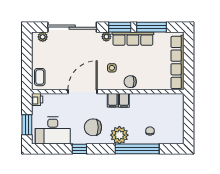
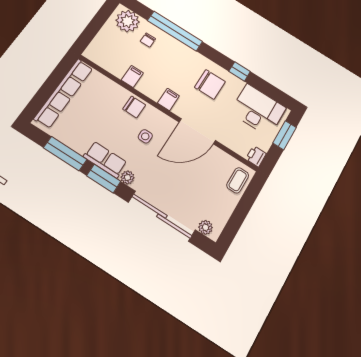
row of seats: (133, 39) -> (105, 160), width x0.68
filing cabinet: (124, 100) -> (132, 76), moved
plant: (119, 135) -> (128, 21), moved

